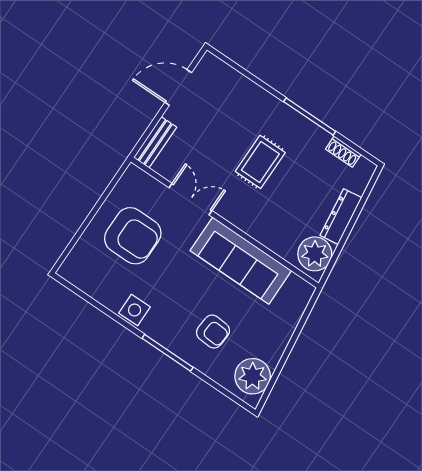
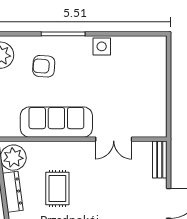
rug: (260, 162) -> (57, 188), moved
armchair: (133, 236) -> (134, 92), removed

